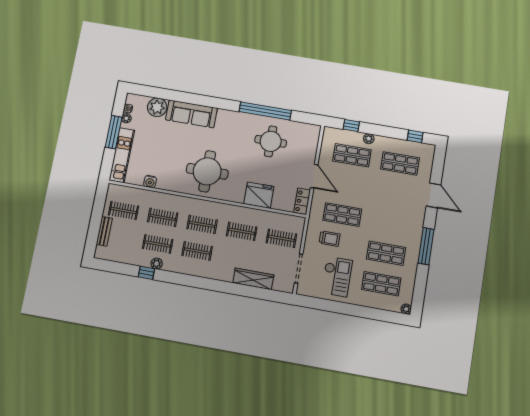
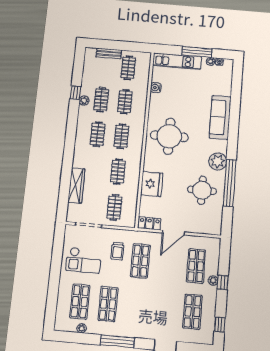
plant: (157, 107) -> (218, 161), moved
window: (351, 125) -> (223, 282), moved
plant: (406, 309) -> (82, 328), moved

